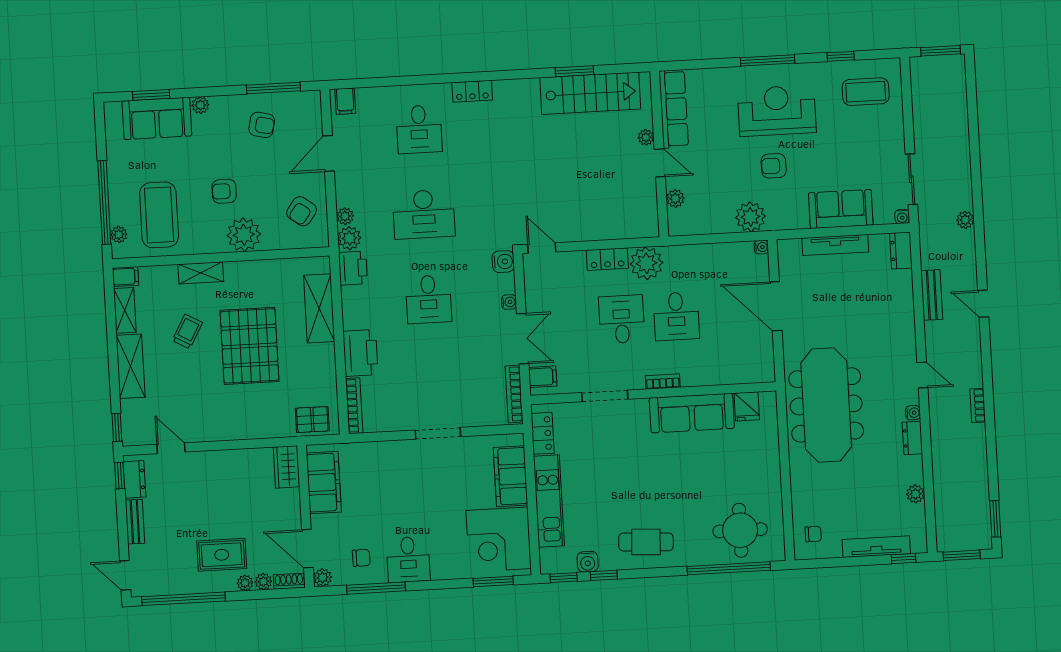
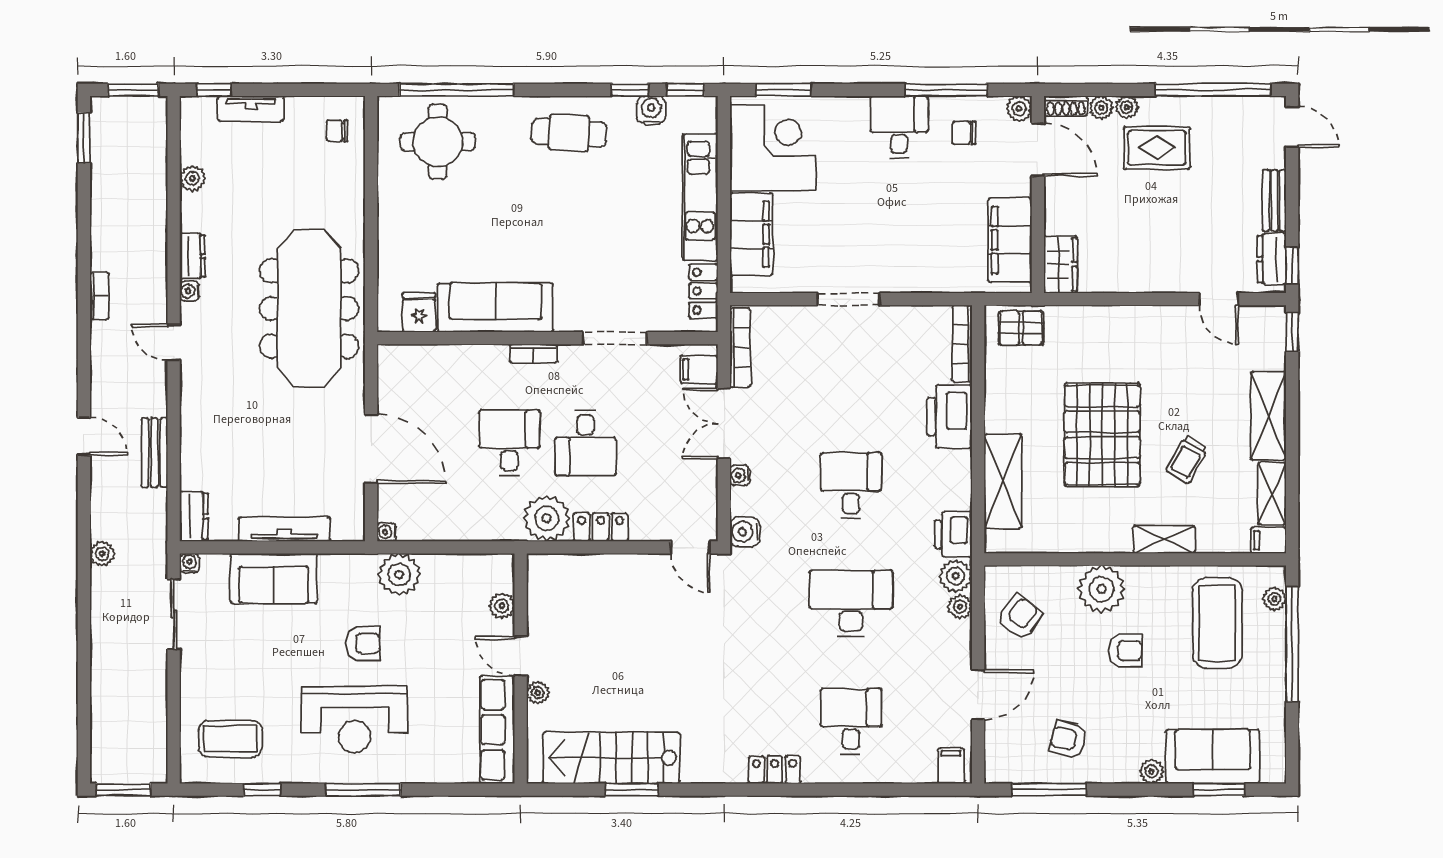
tv unit: (876, 547) -> (251, 109), width x0.71

